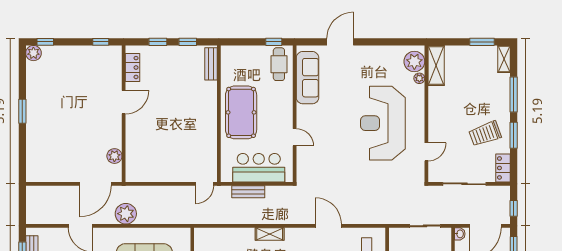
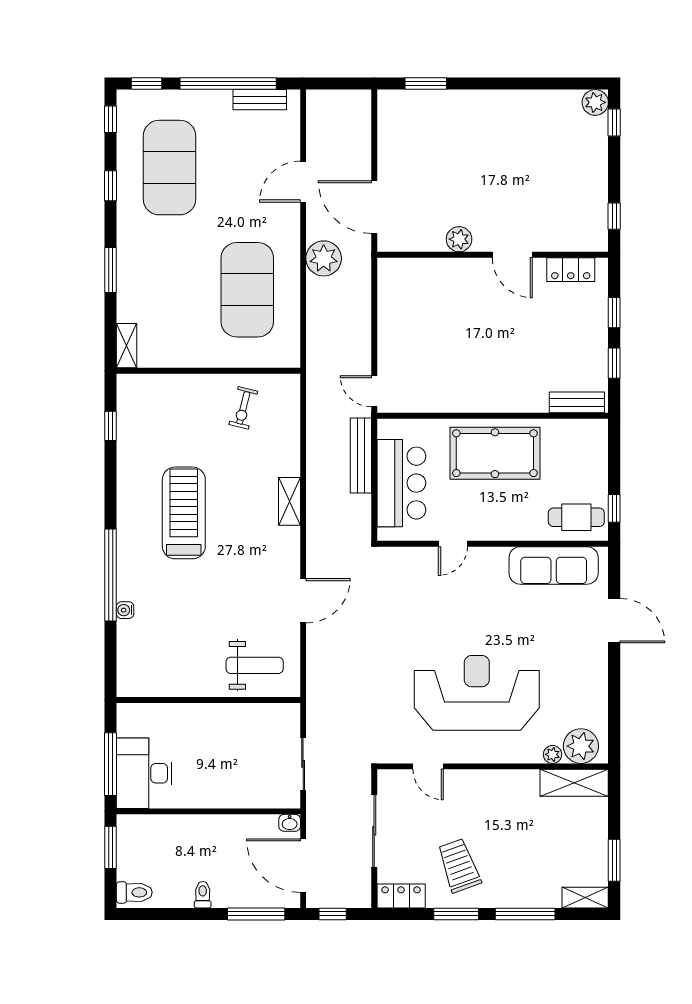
window: (22, 111) -> (426, 83), moved
plant: (114, 156) -> (459, 239), moved
bench: (248, 192) -> (361, 455), width x1.36

